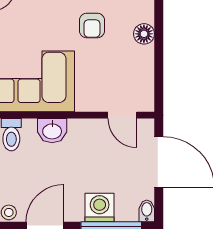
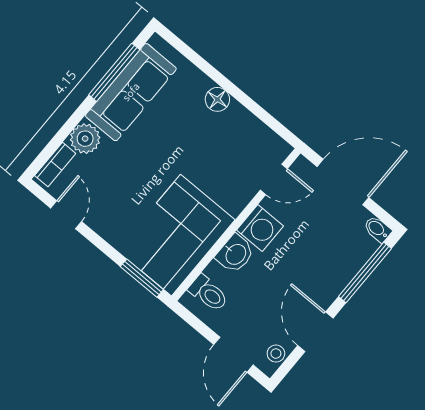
armchair: (92, 26) -> (171, 140), removed
washing machine: (100, 208) -> (260, 228), moved, turned 180

